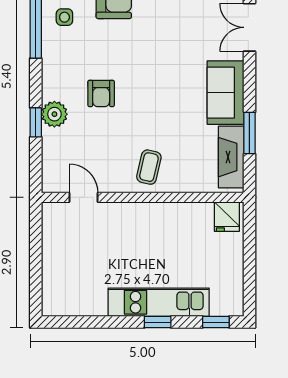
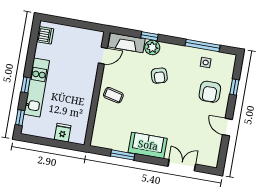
armchair: (101, 93) -> (159, 76), turned -107
fireplace: (231, 157) -> (127, 43), moved, turned 180
fridge: (227, 217) -> (63, 133), moved, turned 90
dishwasher: (66, 304) -> (45, 35), added

